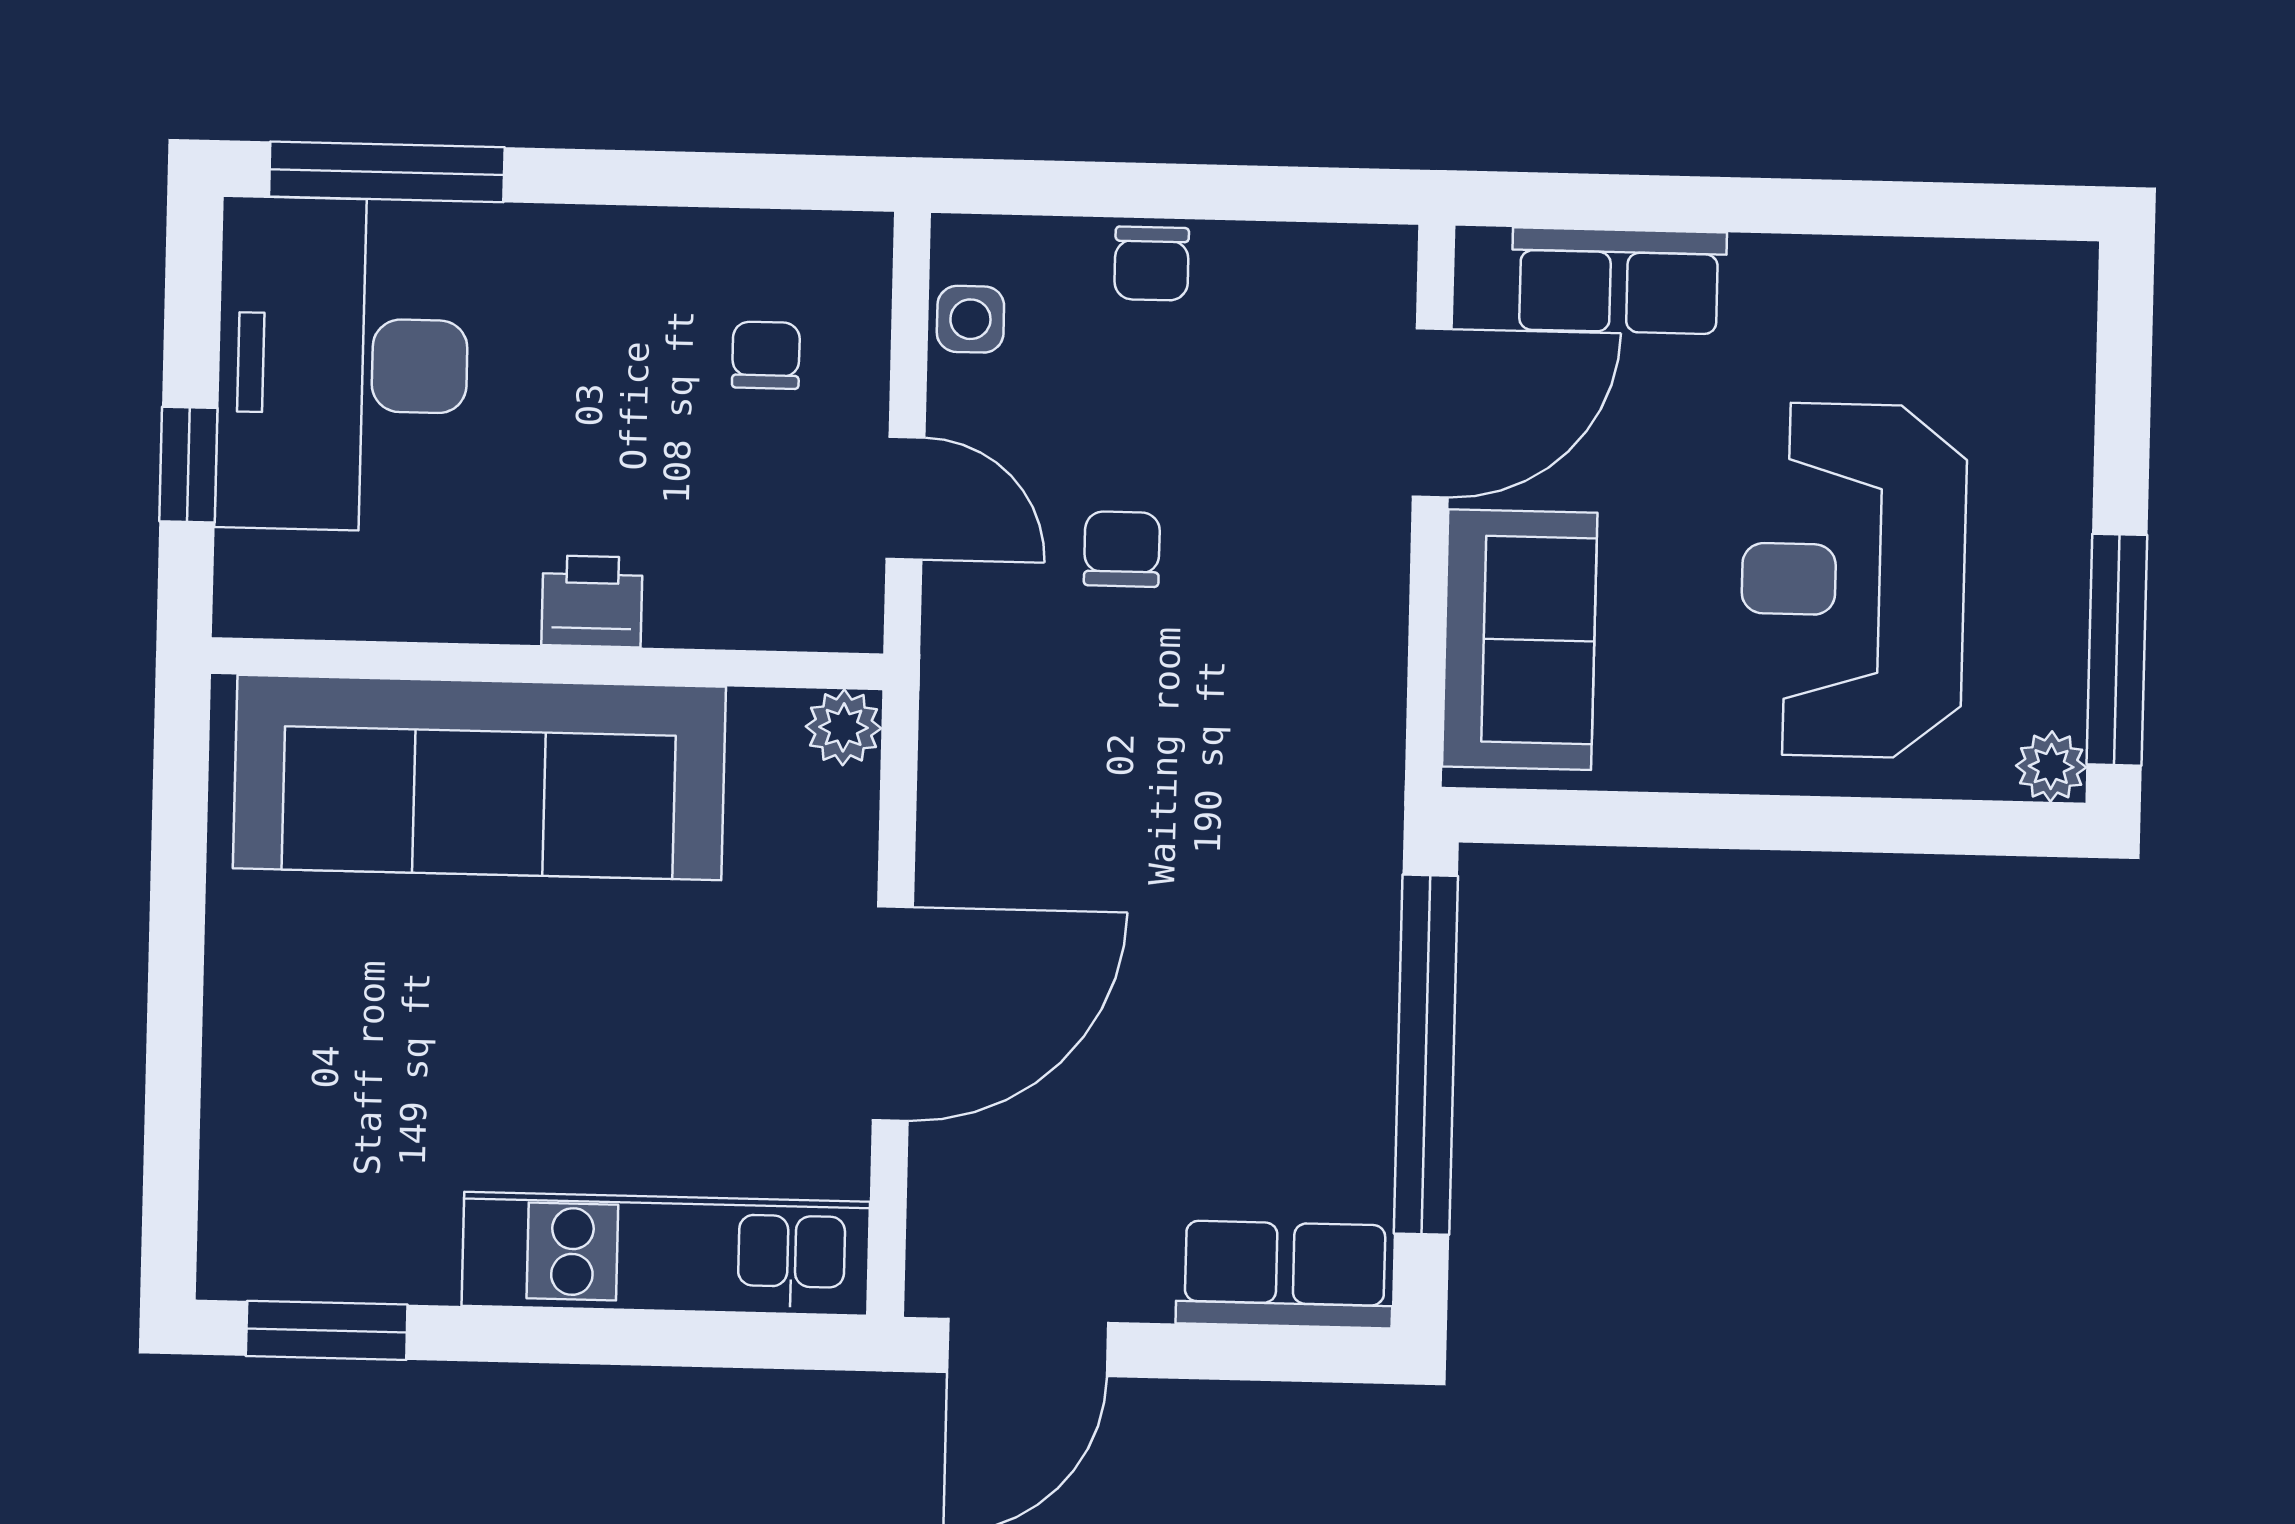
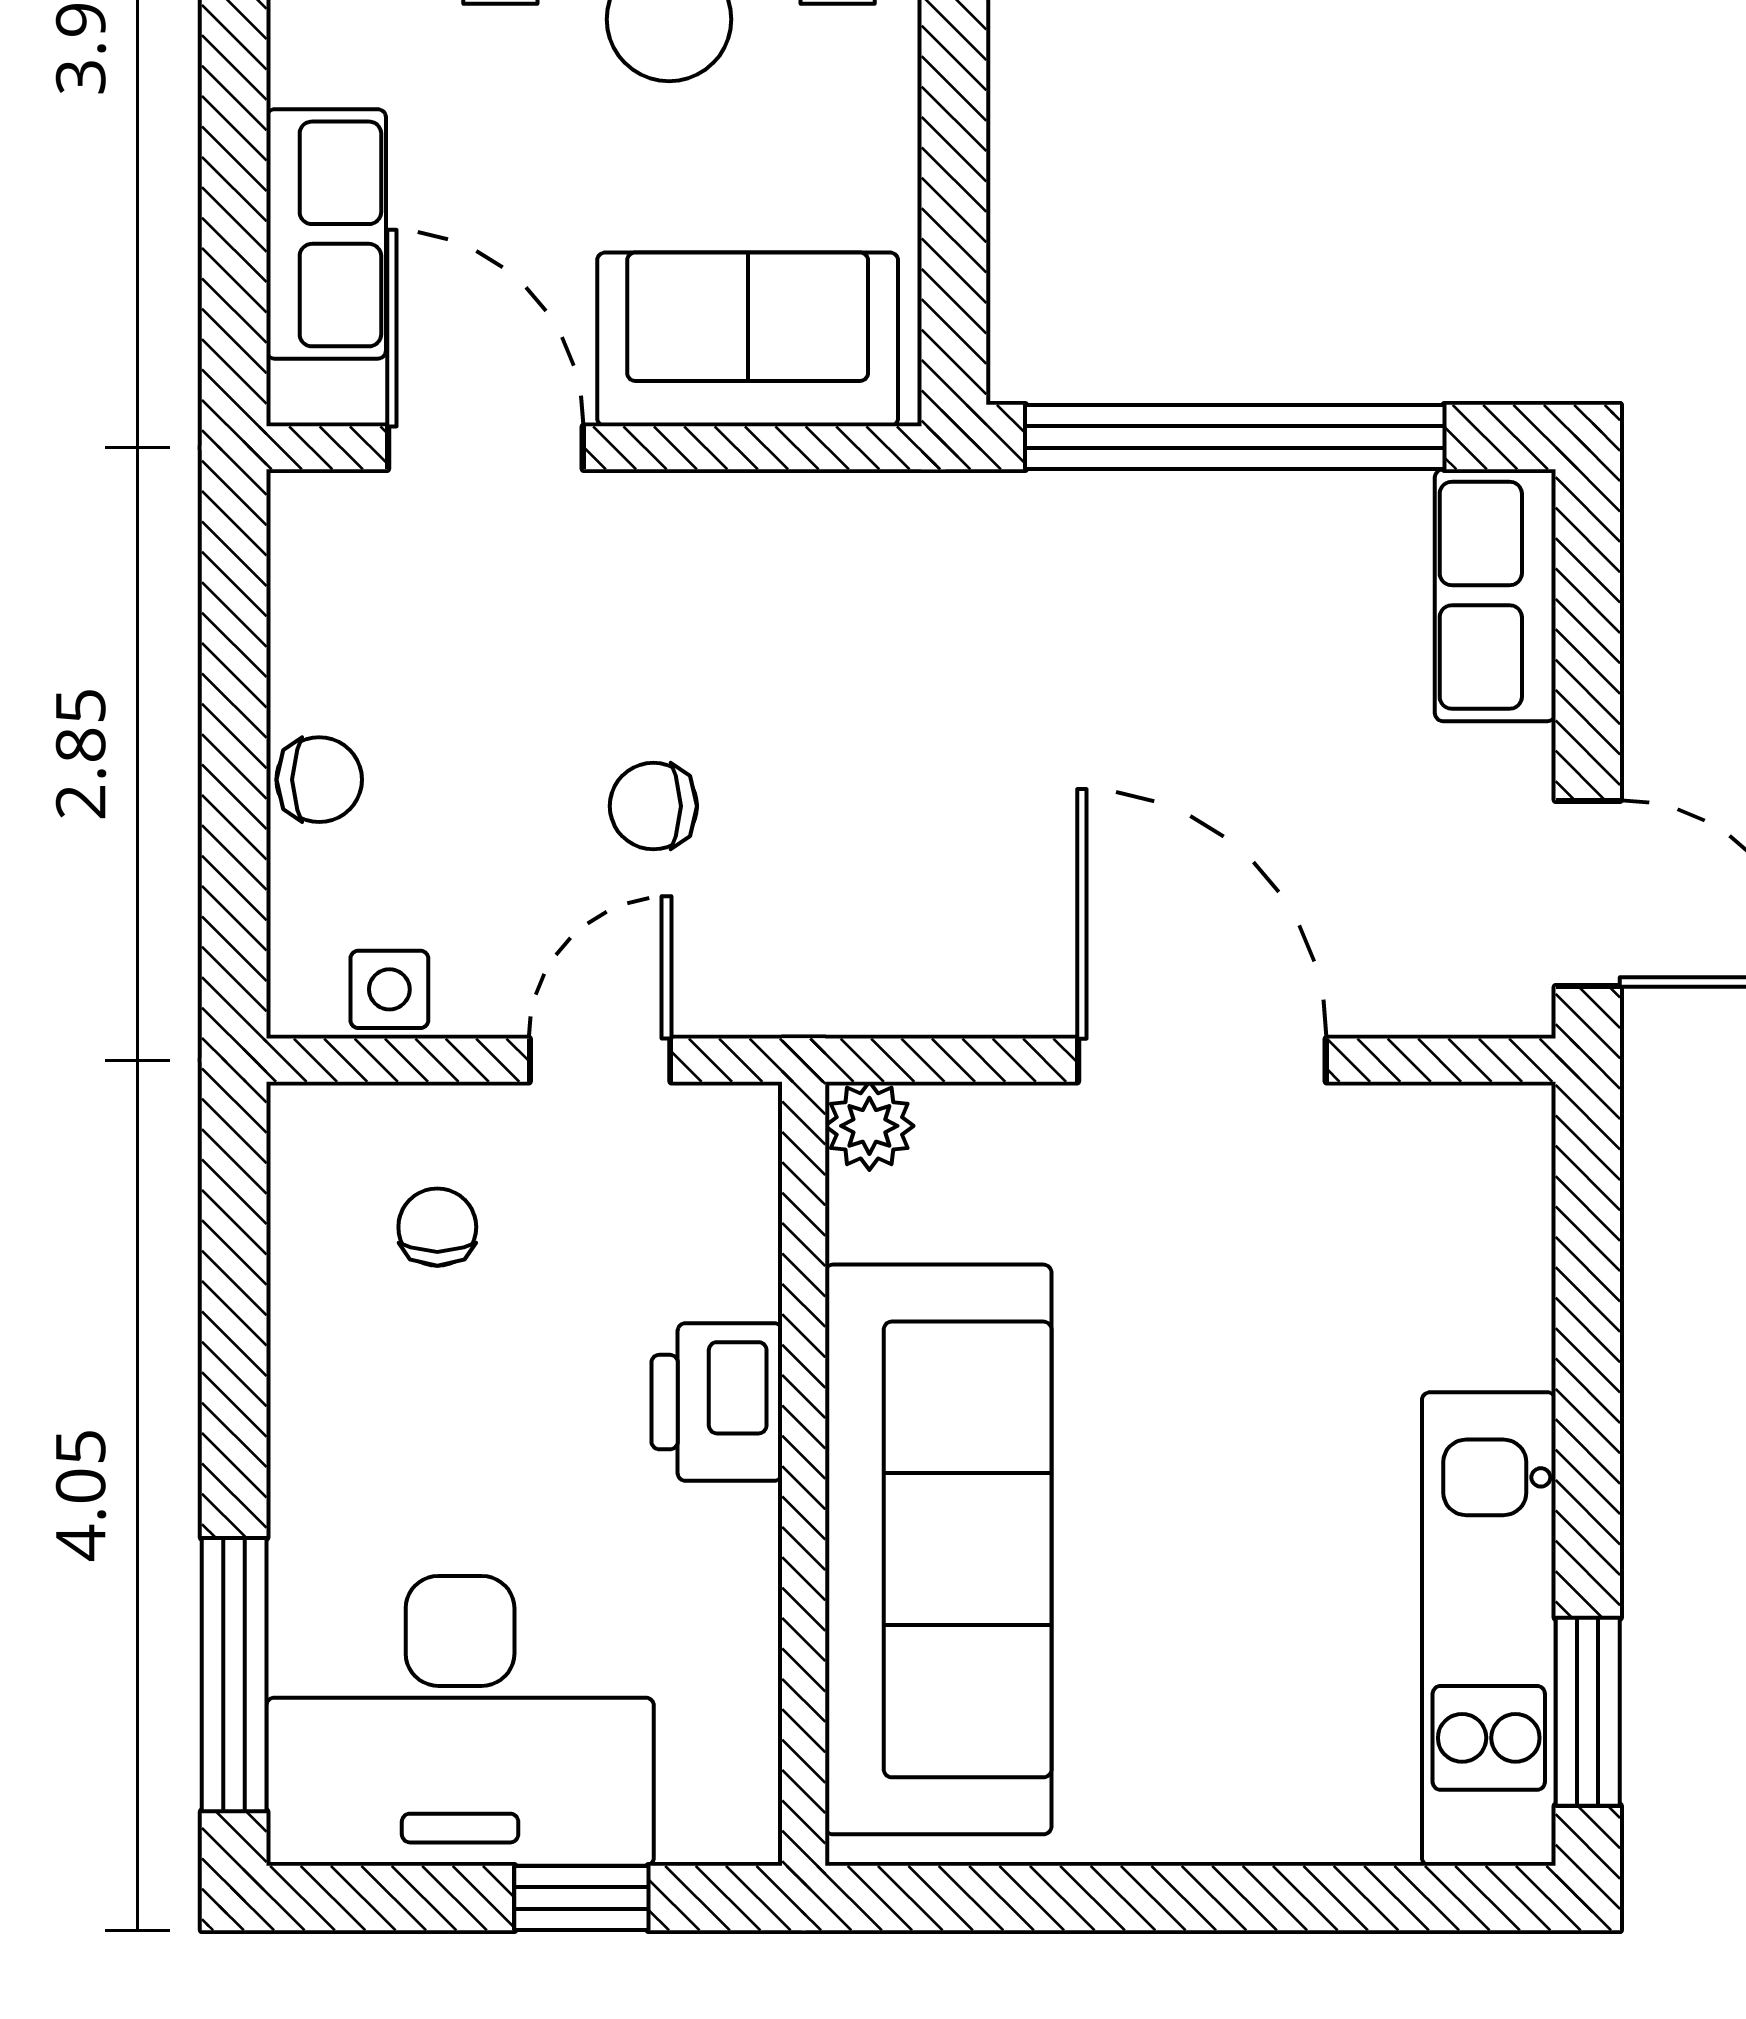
chair: (766, 355) -> (437, 1227), turned 90
printer: (592, 601) -> (717, 1402), width x1.36, depth x1.24
kitchen unit: (666, 1254) -> (1489, 1629), moved

